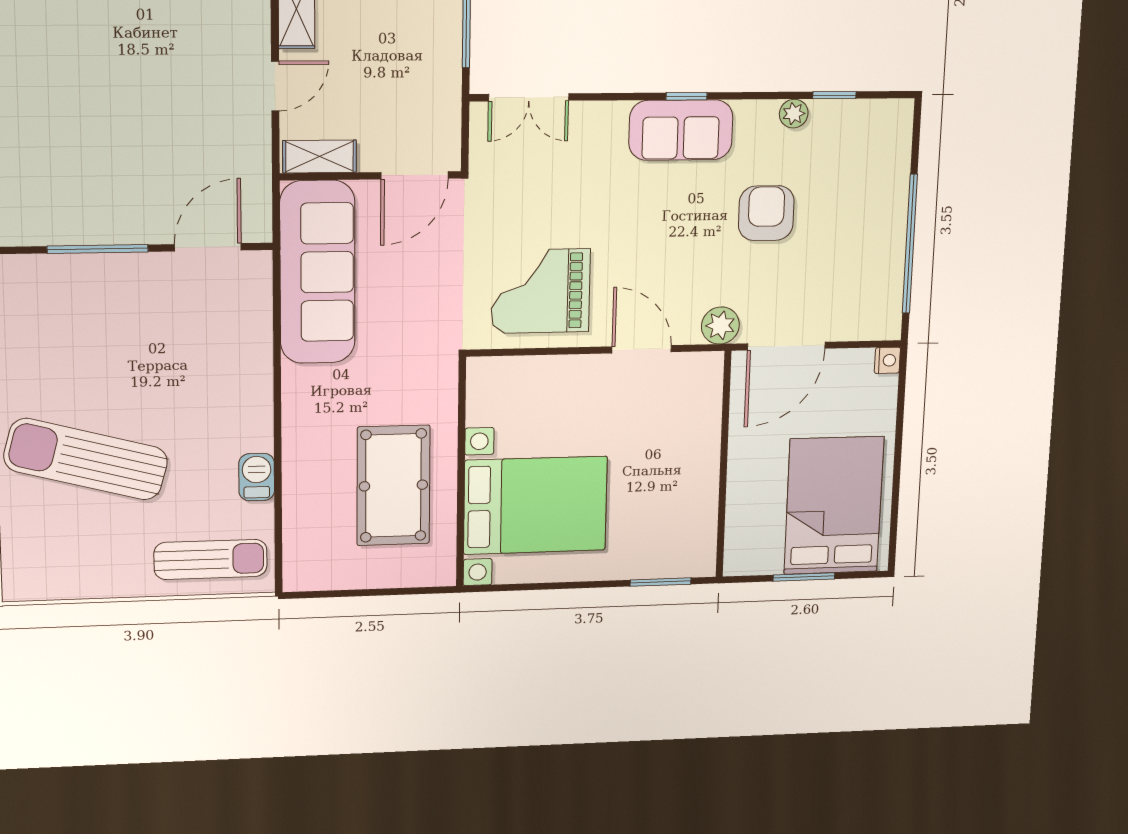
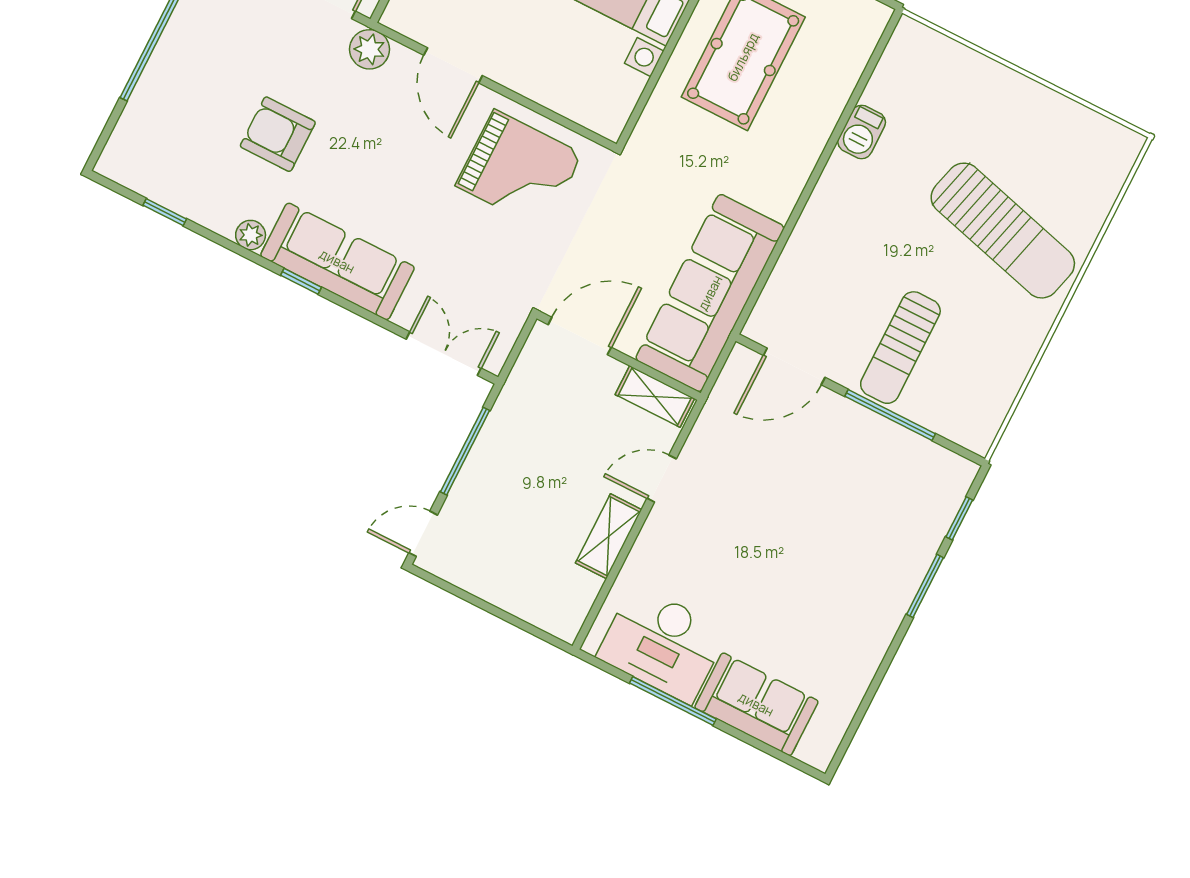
plant: (794, 114) -> (251, 235), moved
sofa: (681, 130) -> (337, 261), width x1.36
armchair: (766, 213) -> (278, 134), turned 90
sun lounger: (211, 559) -> (900, 348), moved, turned -90

